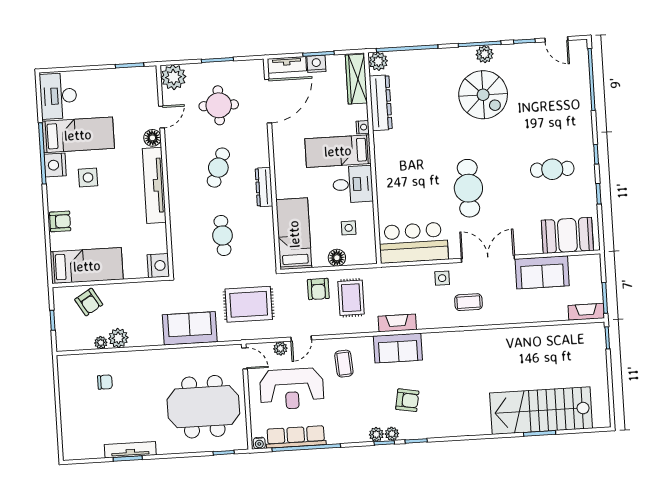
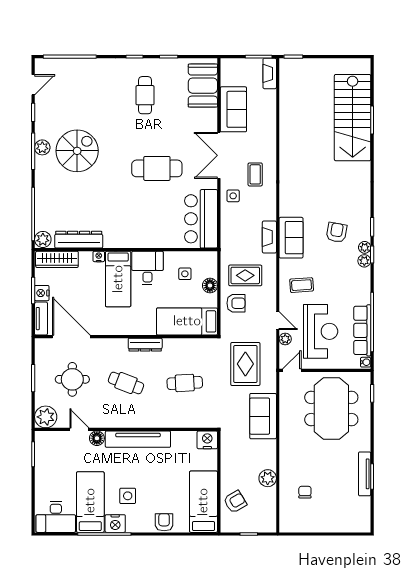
plant: (101, 343) -> (271, 494), removed

